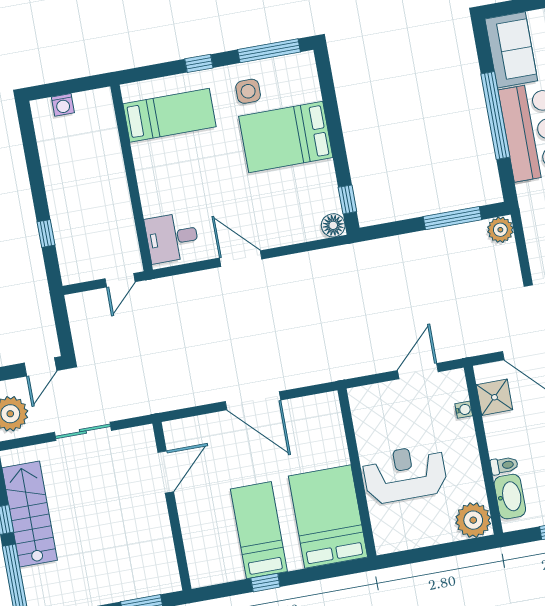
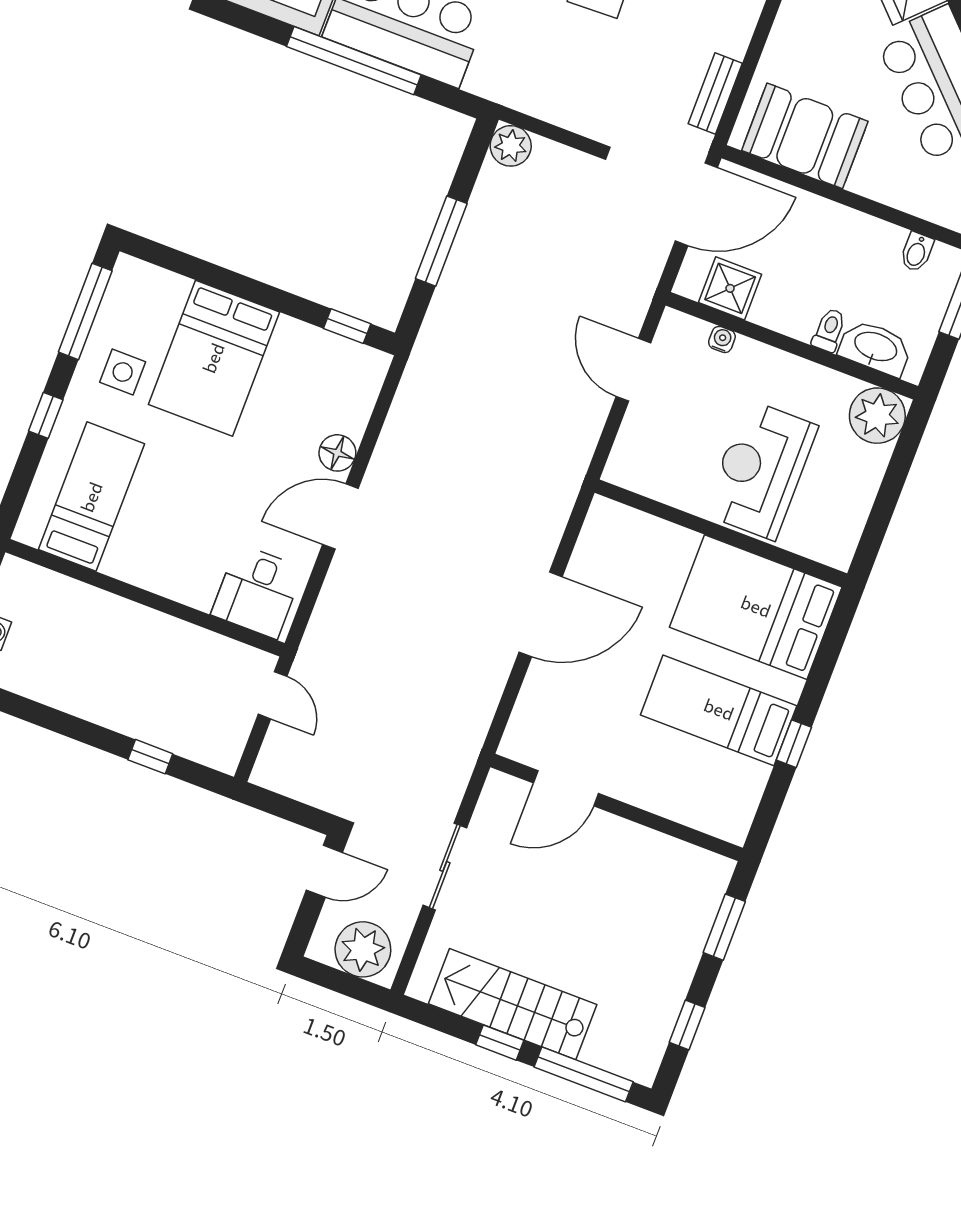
window: (452, 218) -> (441, 241), moved
floor lamp: (333, 225) -> (337, 453), moved
door: (41, 367) -> (324, 871), hinge flipped
door: (166, 472) -> (566, 788), swing flipped

